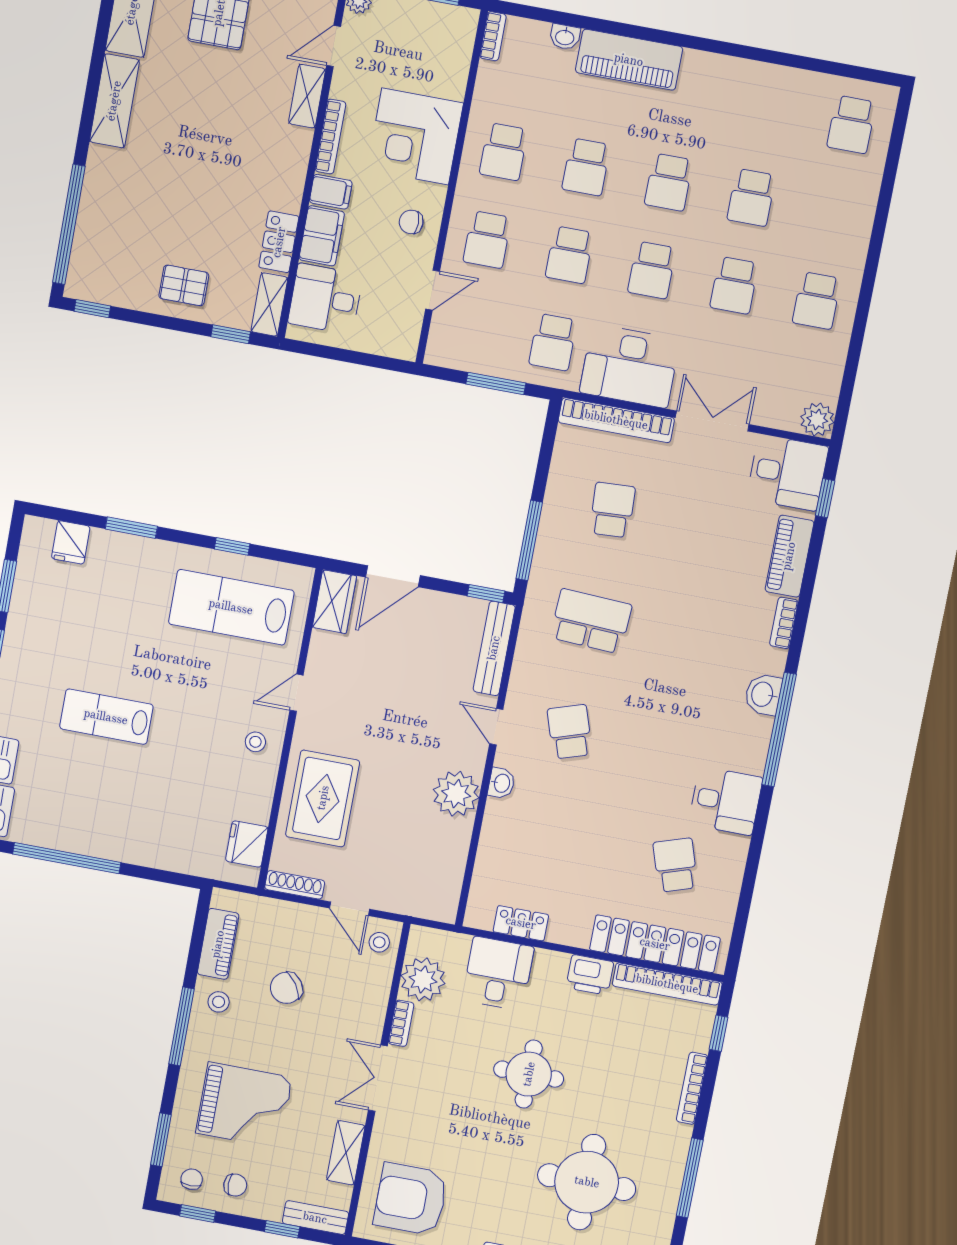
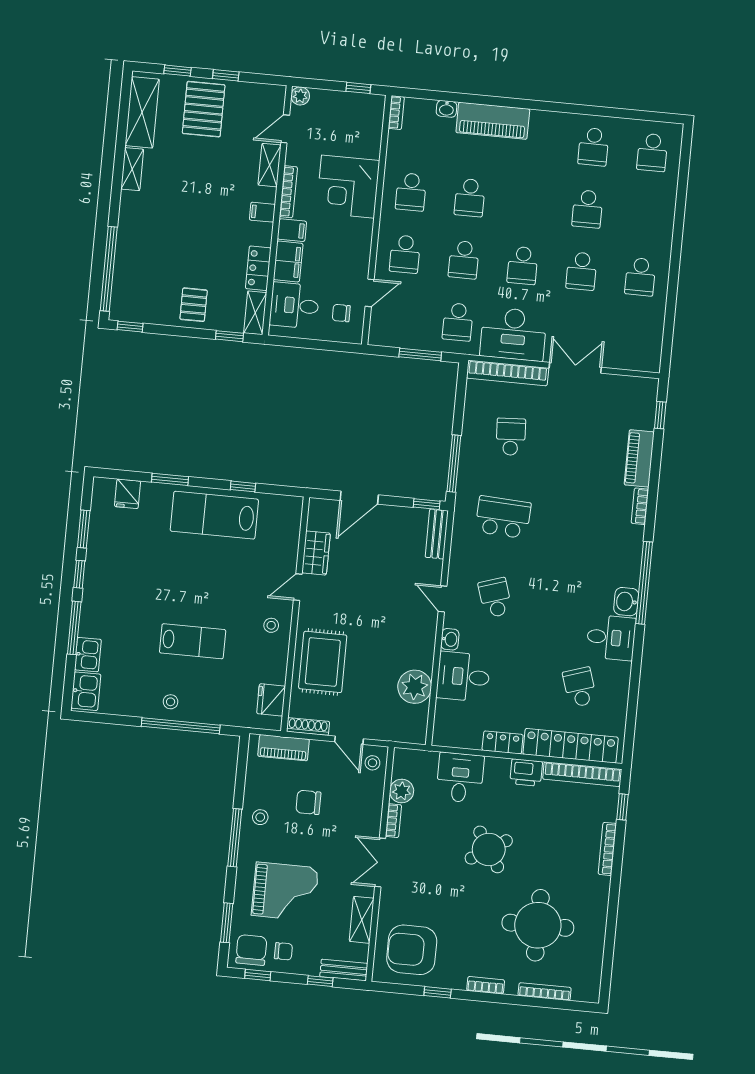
shelving: (114, 101) -> (132, 169), width x0.67, depth x0.75
filing cabinet: (291, 162) -> (262, 212), added
school desk: (669, 182) -> (593, 147), moved
chair: (411, 222) -> (341, 313), moved
pallet: (184, 285) -> (194, 305), turned 90
plant: (817, 419) -> (649, 360), removed
desk: (787, 473) -> (463, 677), moved, turned 180
wardrobe: (334, 602) -> (316, 553), moved
lab bench: (231, 607) -> (214, 515), moved
bench: (494, 648) -> (437, 534), width x0.73
washbasin: (763, 694) -> (626, 602), moved
lab bench: (106, 717) -> (193, 641), moved, turned 180
plant: (456, 794) -> (415, 687), moved
stool: (108, 834) -> (171, 702), added
window: (67, 858) -> (181, 726), moved
locker: (521, 923) -> (503, 742), moved
piano: (218, 944) -> (284, 748), moved, turned 90
plant: (423, 980) -> (402, 791), width x0.73, depth x0.73
chair: (286, 988) -> (308, 802), turned 34
round table: (529, 1074) -> (489, 849), turned -32
window: (690, 1178) -> (612, 915), removed
chair: (192, 1179) -> (251, 950), width x1.87, depth x1.87

